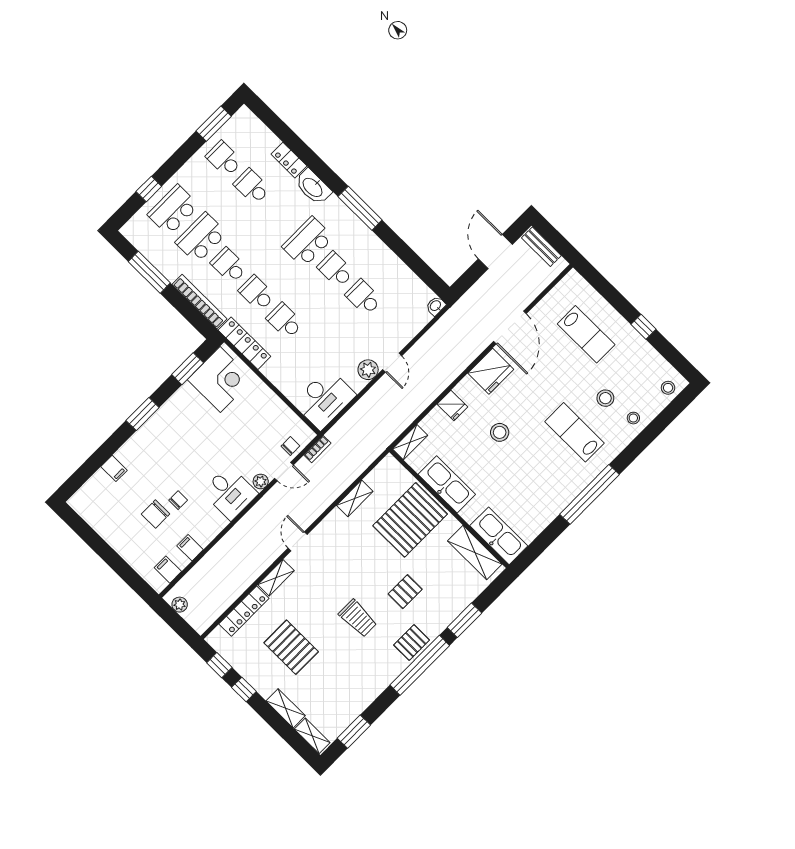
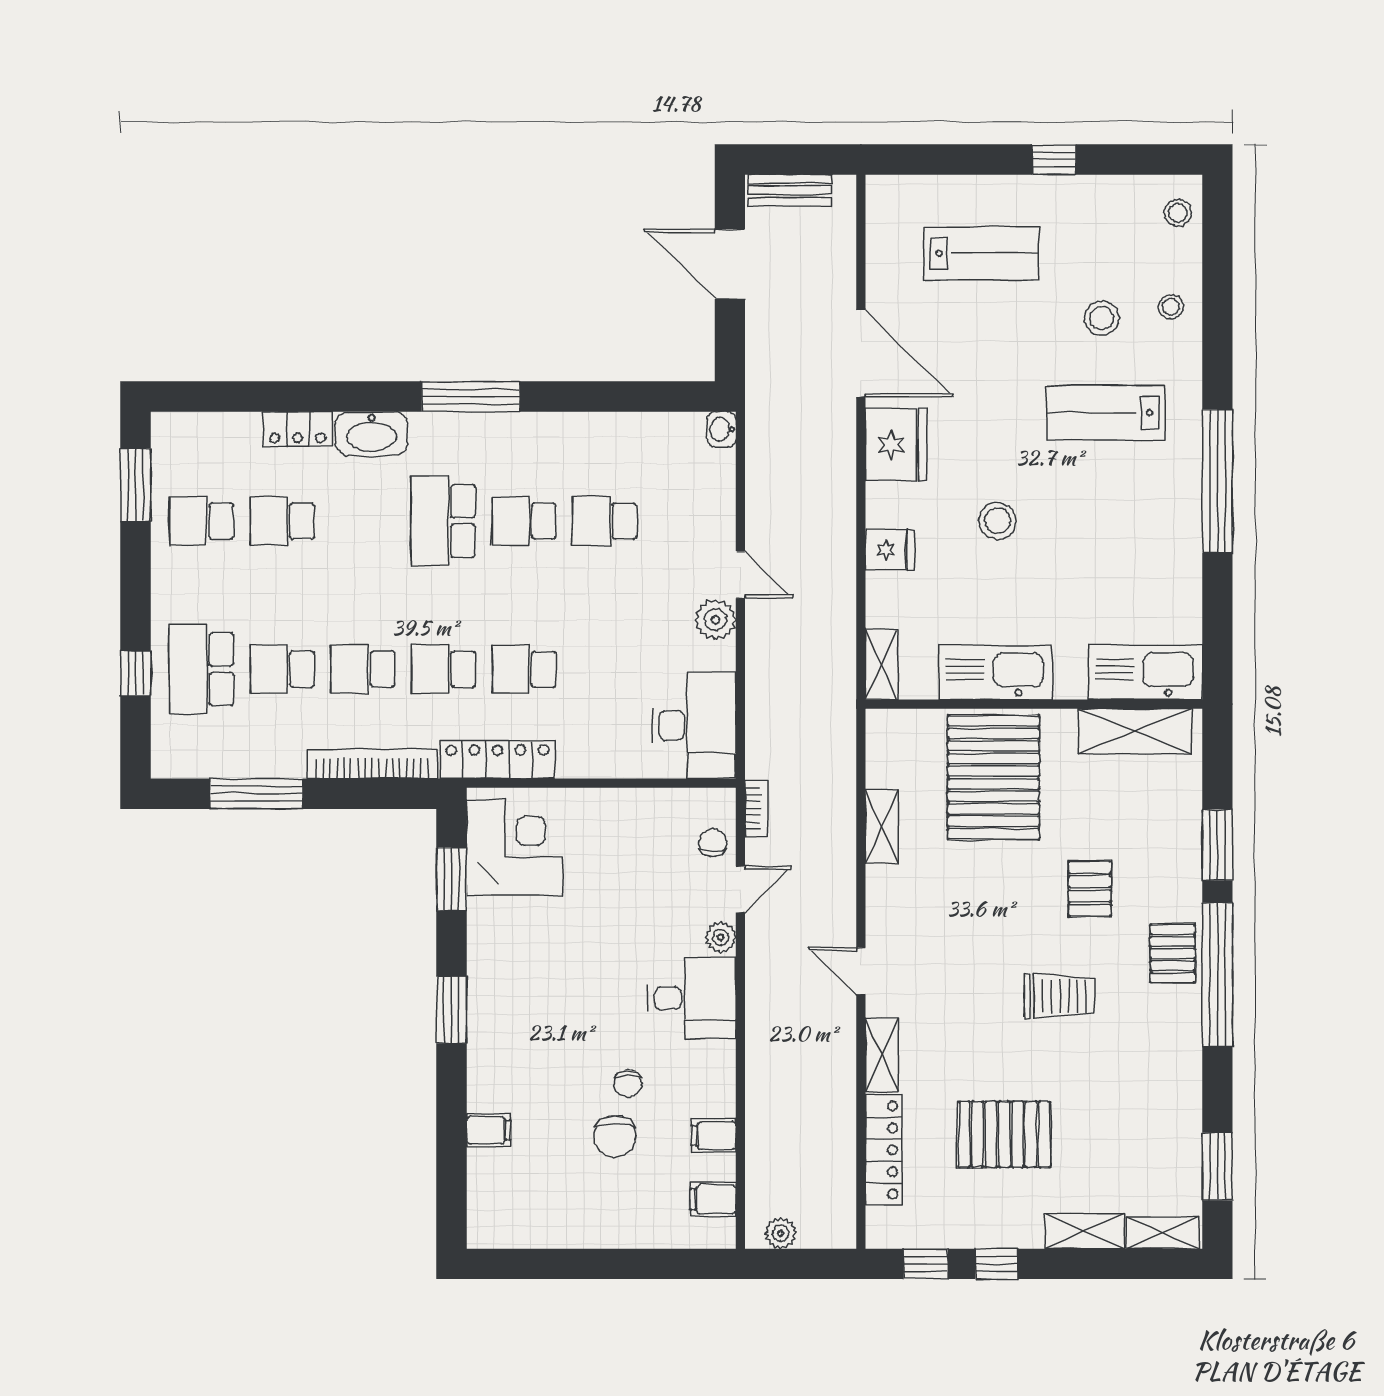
school desk: (201, 238) -> (282, 669), width x0.54
chair: (178, 500) -> (628, 1084), turned 180

